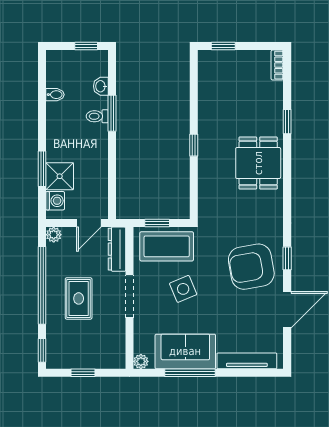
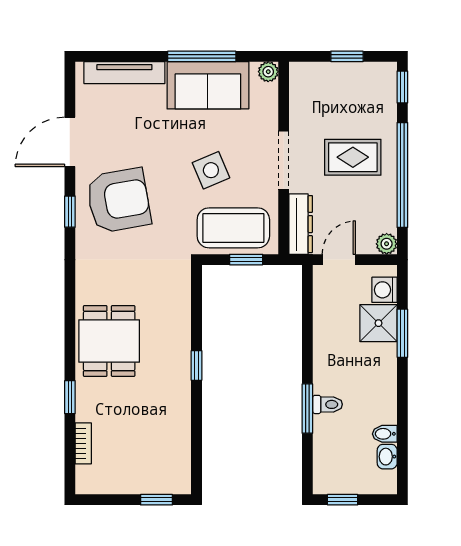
bookcase: (277, 65) -> (83, 443), moved
washbasin: (101, 86) -> (387, 457), moved, turned 180
rug: (79, 298) -> (353, 157), turned 90

